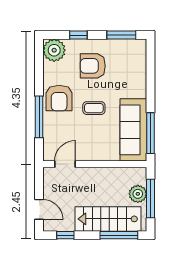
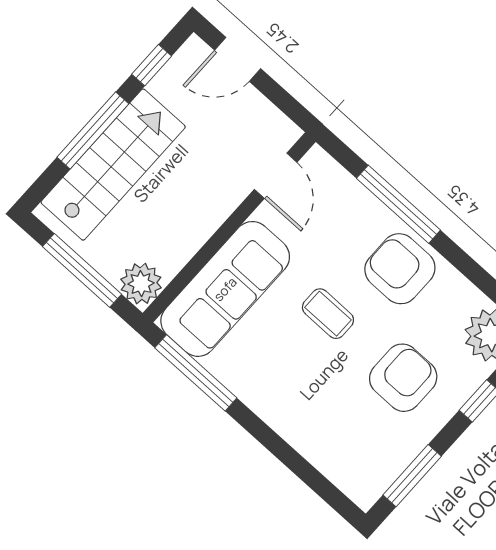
coffee table: (94, 108) -> (328, 314), turned 90
sofa: (133, 130) -> (225, 289), moved, turned 90
plant: (138, 194) -> (141, 284), moved
window: (119, 235) -> (93, 130), moved

